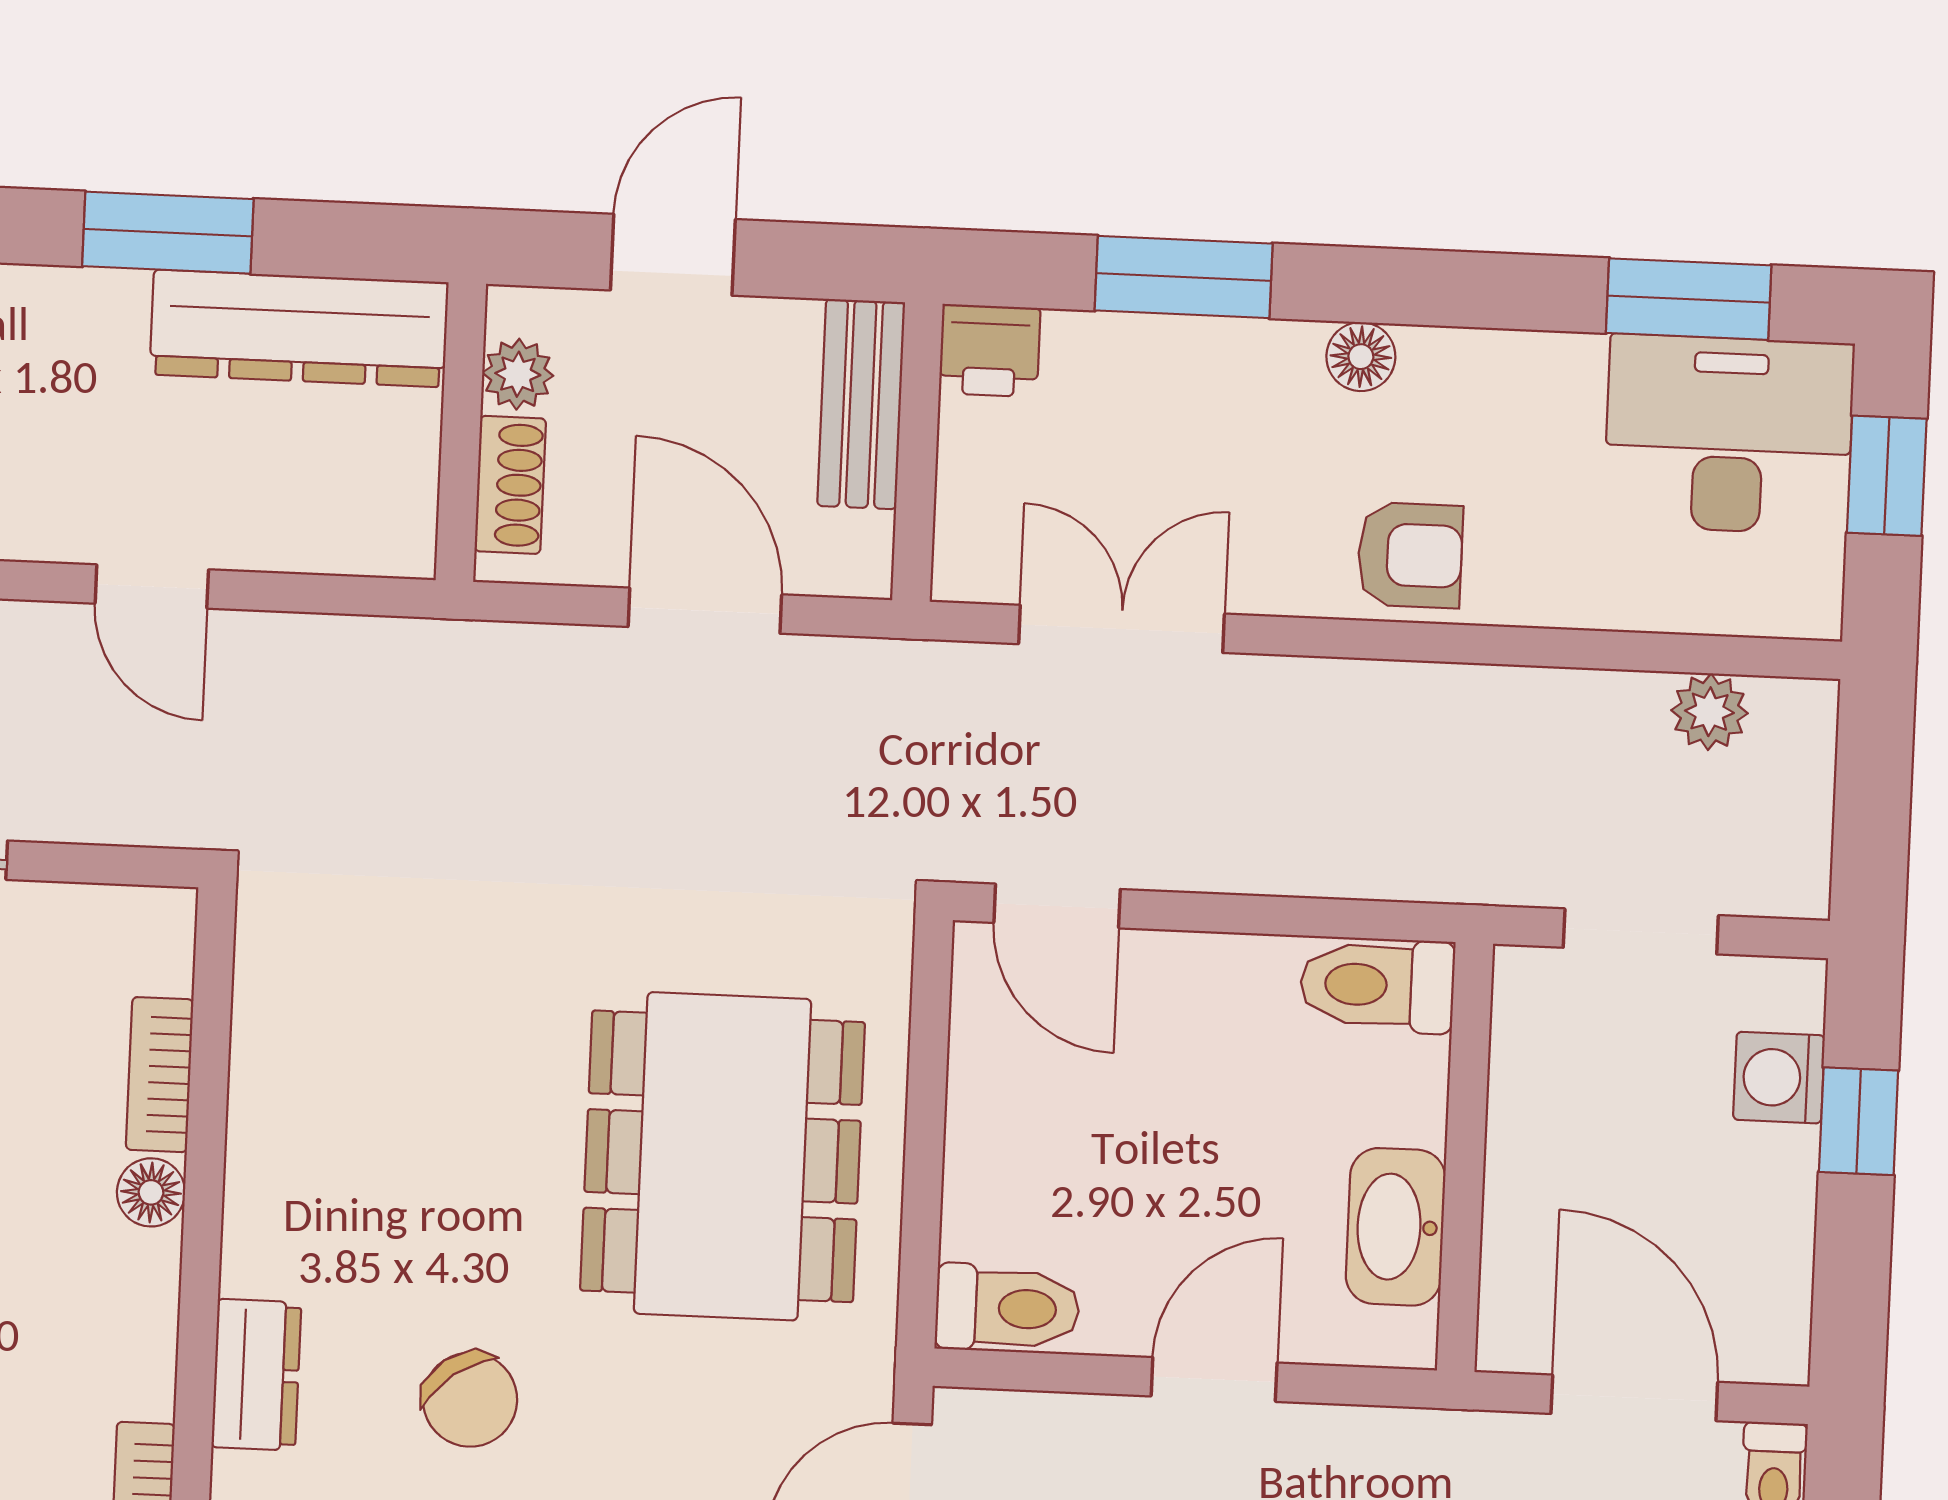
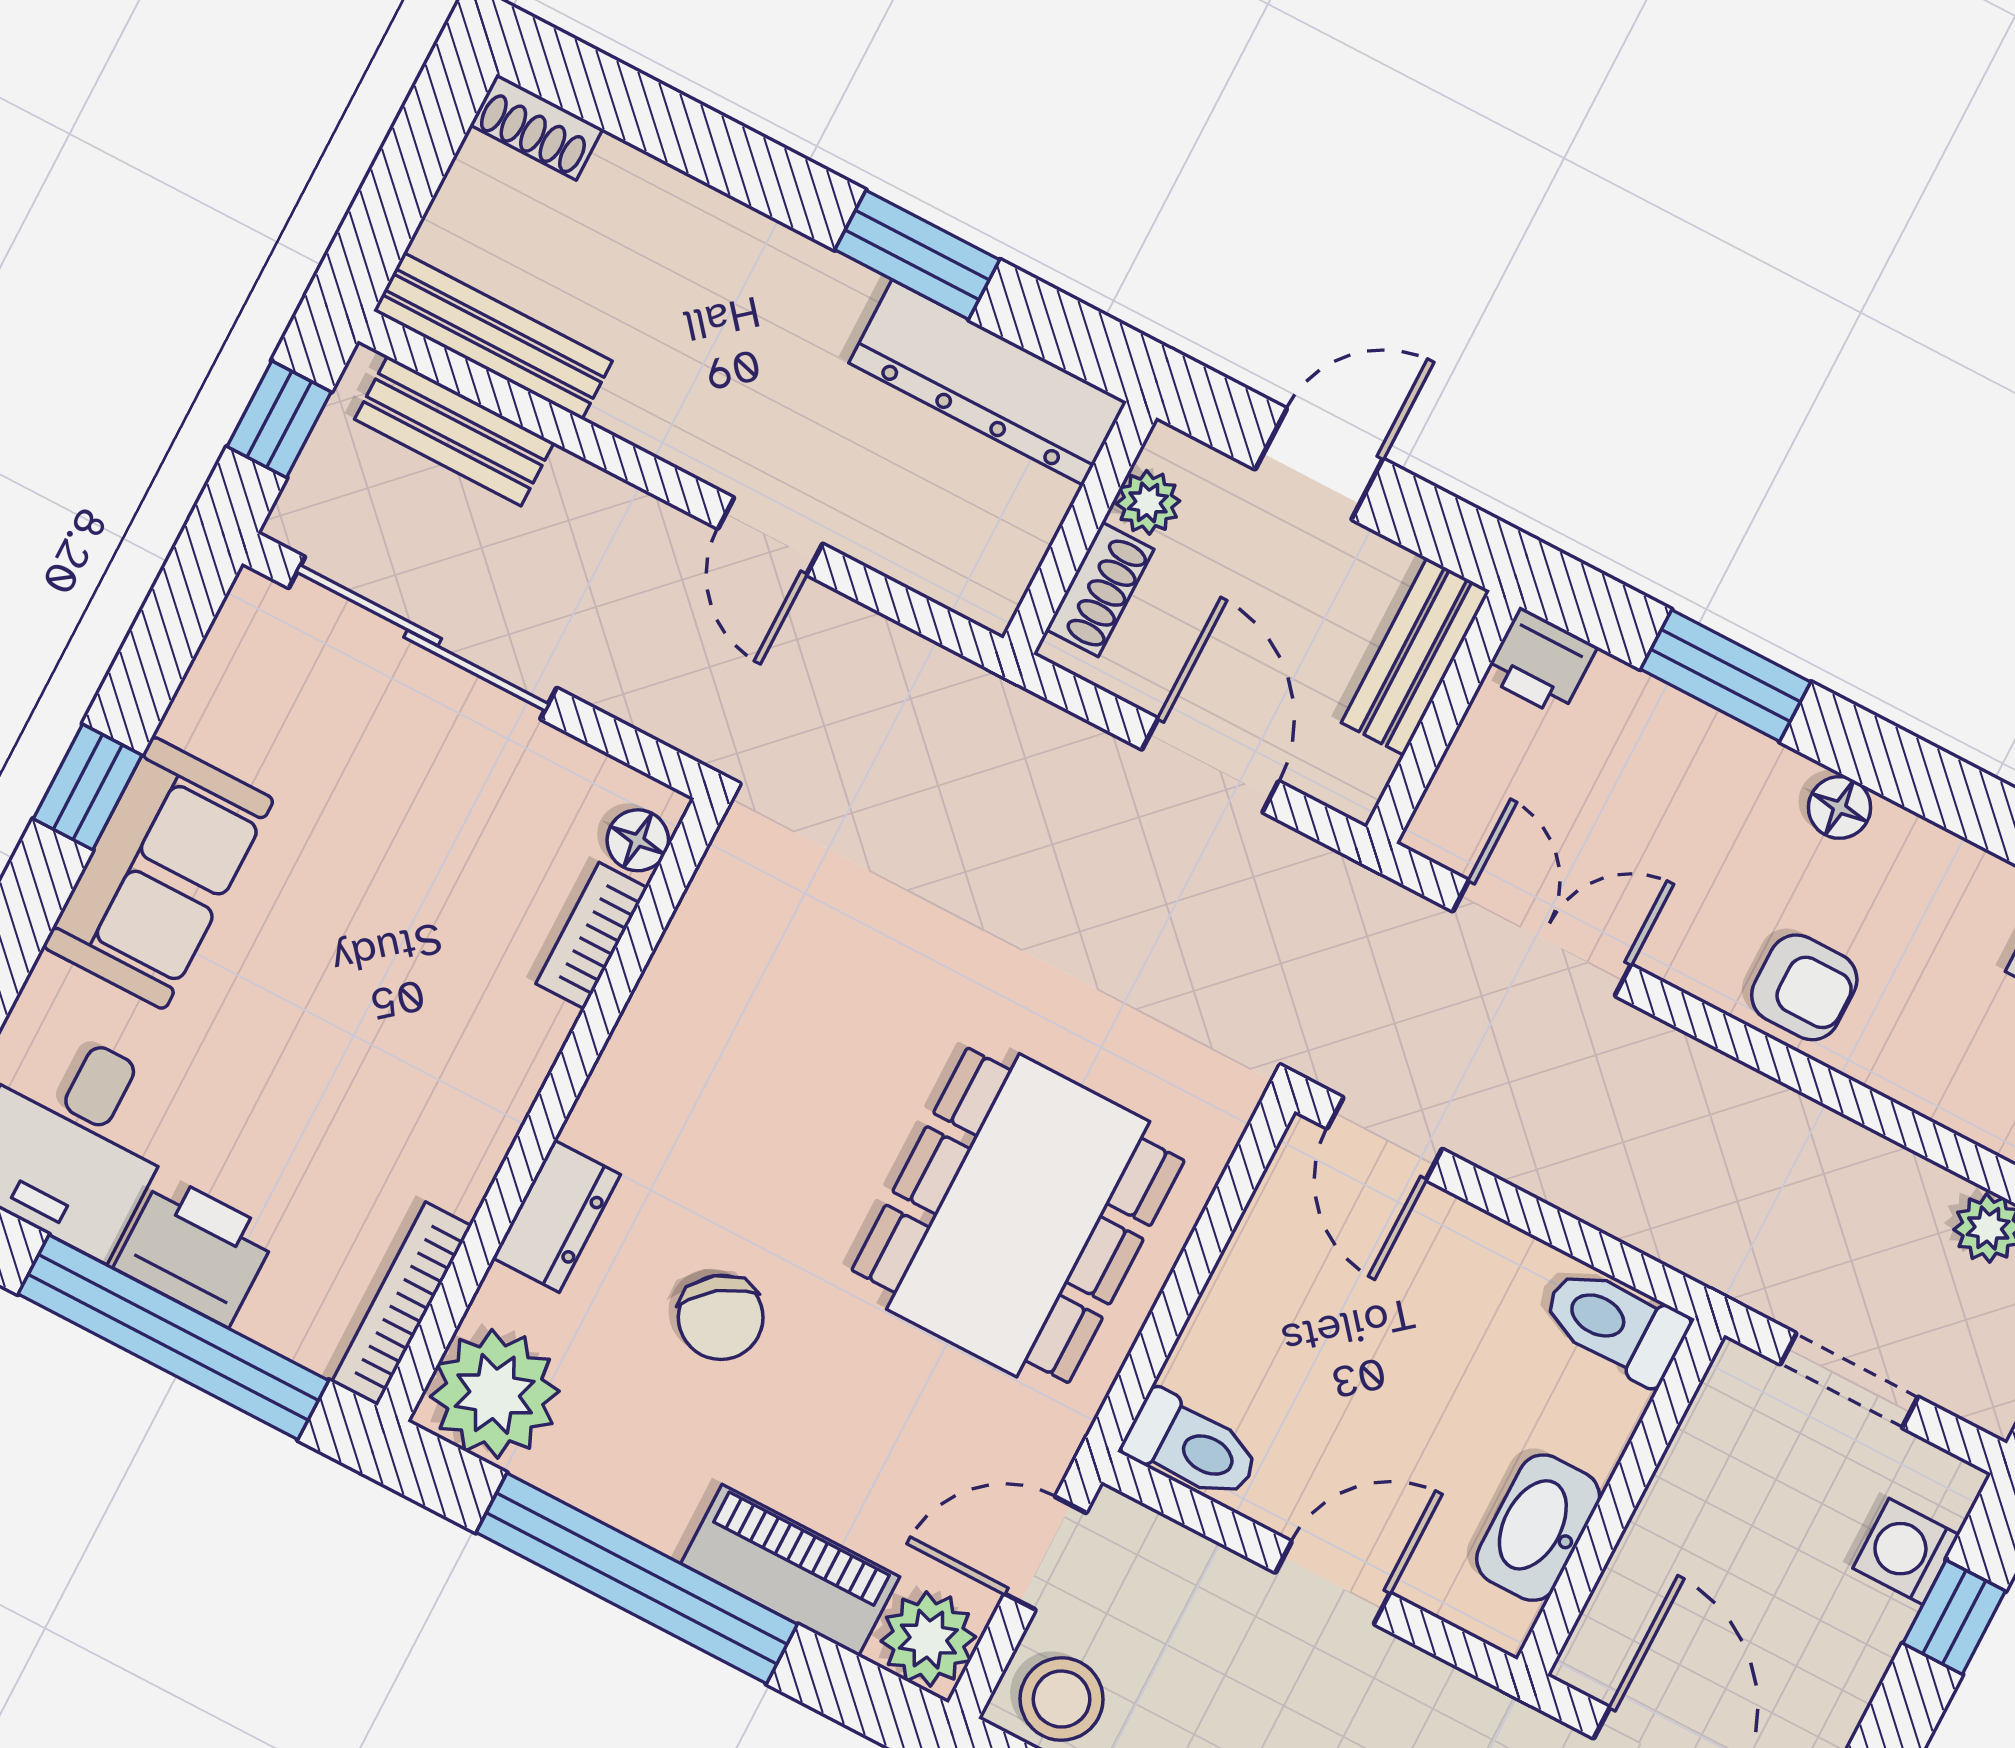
floor lamp: (151, 1192) -> (638, 840), moved

